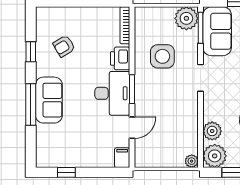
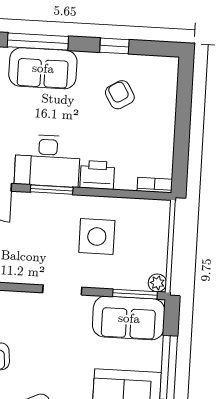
plant: (186, 18) -> (157, 283), width x0.53, depth x0.53
bookcase: (125, 25) -> (155, 185), width x0.64

